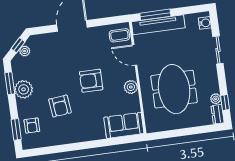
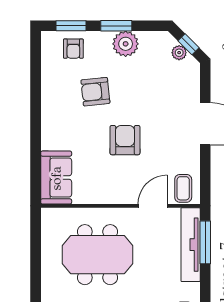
window: (10, 83) -> (116, 26), moved
plant: (131, 87) -> (109, 194), removed
armchair: (32, 126) -> (73, 49), turned -90

